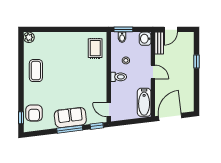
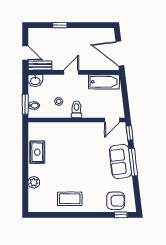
plant: (29, 37) -> (34, 182), moved
rug: (95, 48) -> (37, 152), moved, turned 90

